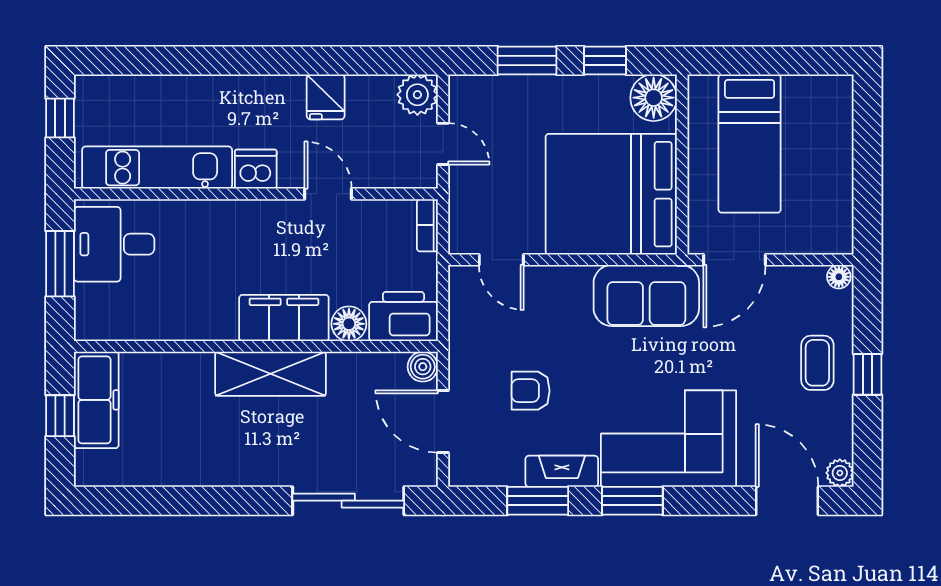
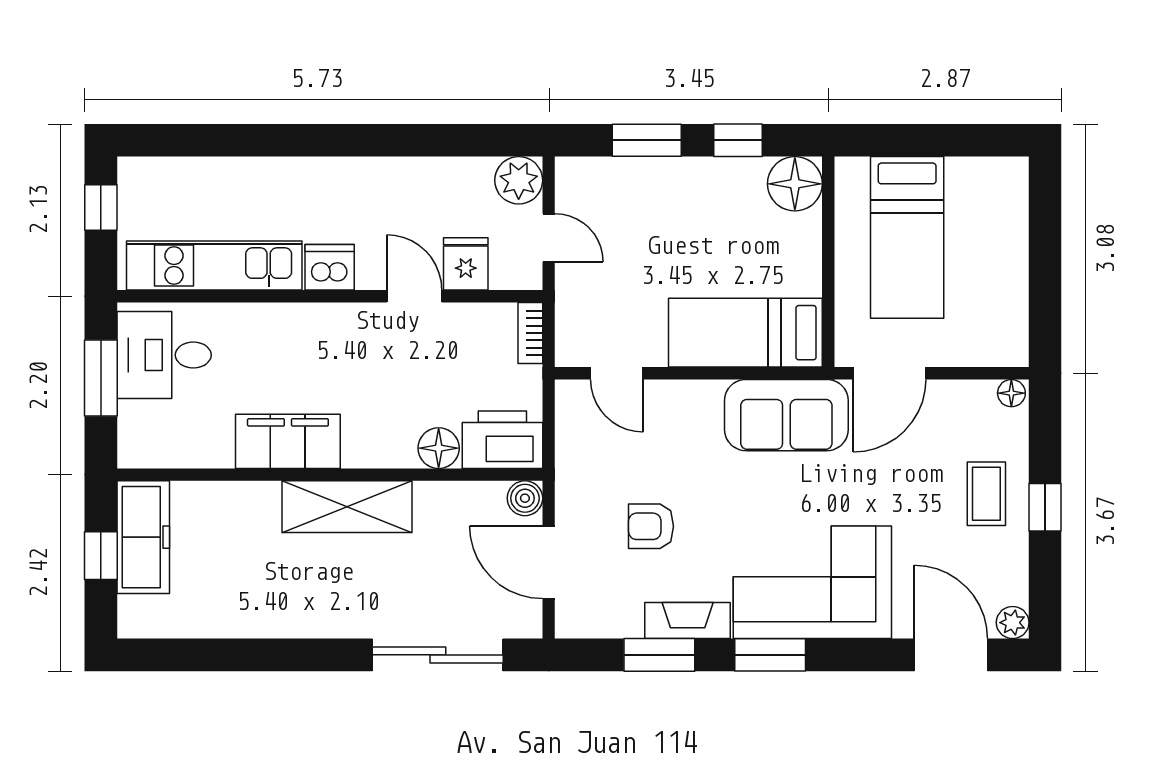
fridge: (326, 97) -> (466, 264), moved, turned 180
bed: (611, 194) -> (745, 333), width x0.49
filing cabinet: (284, 318) -> (288, 441), moved

